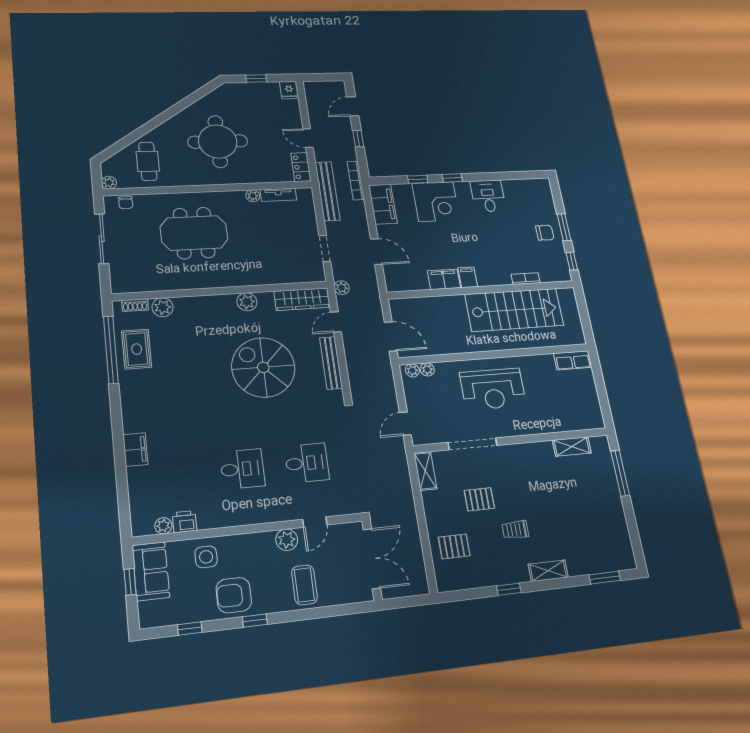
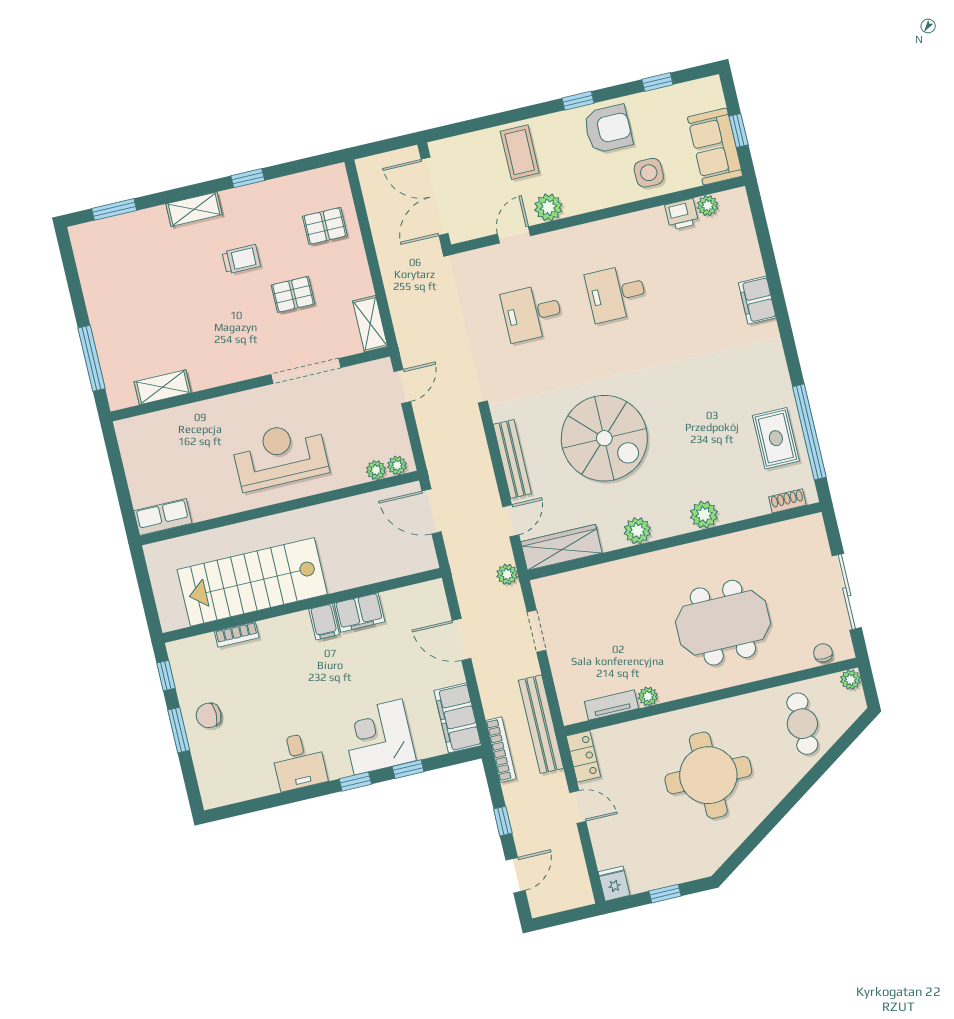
plant: (163, 307) -> (704, 515), moved

